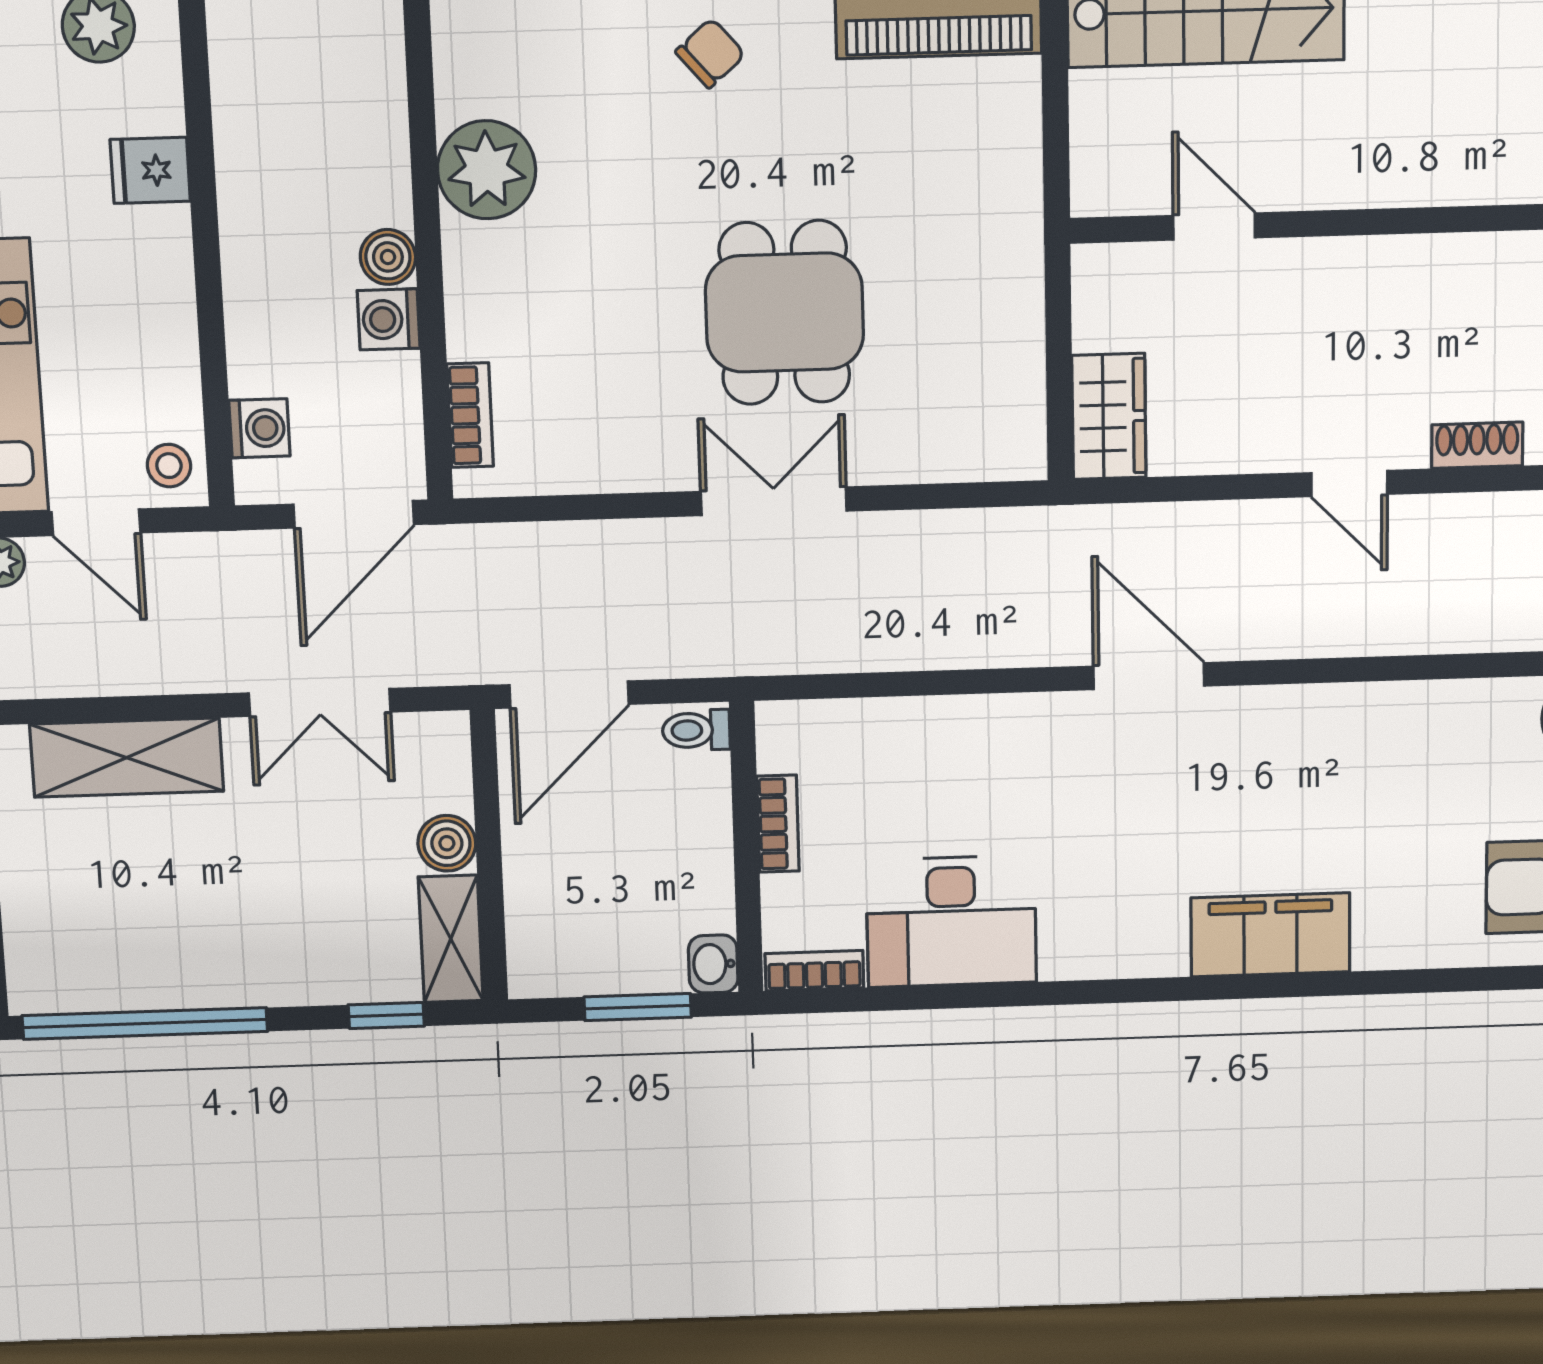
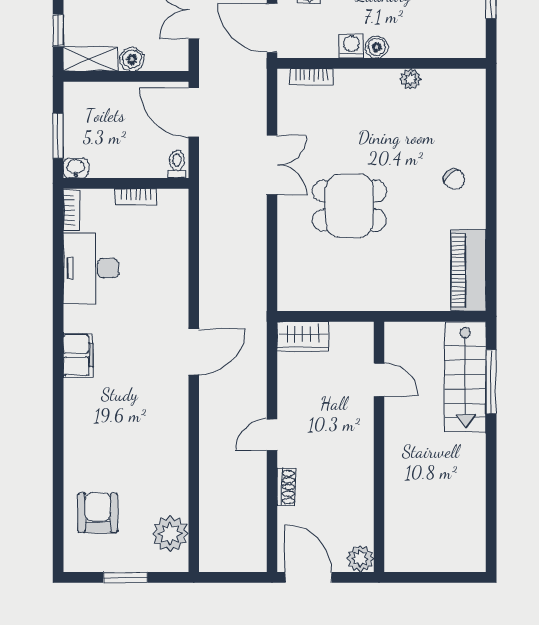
plant: (487, 170) -> (410, 79), width x0.53, depth x0.53
door: (1214, 227) -> (379, 380), hinge flipped
double door: (774, 501) -> (272, 165), moved
filing cabinet: (1270, 935) -> (78, 355), moved, width x0.67, depth x0.86

